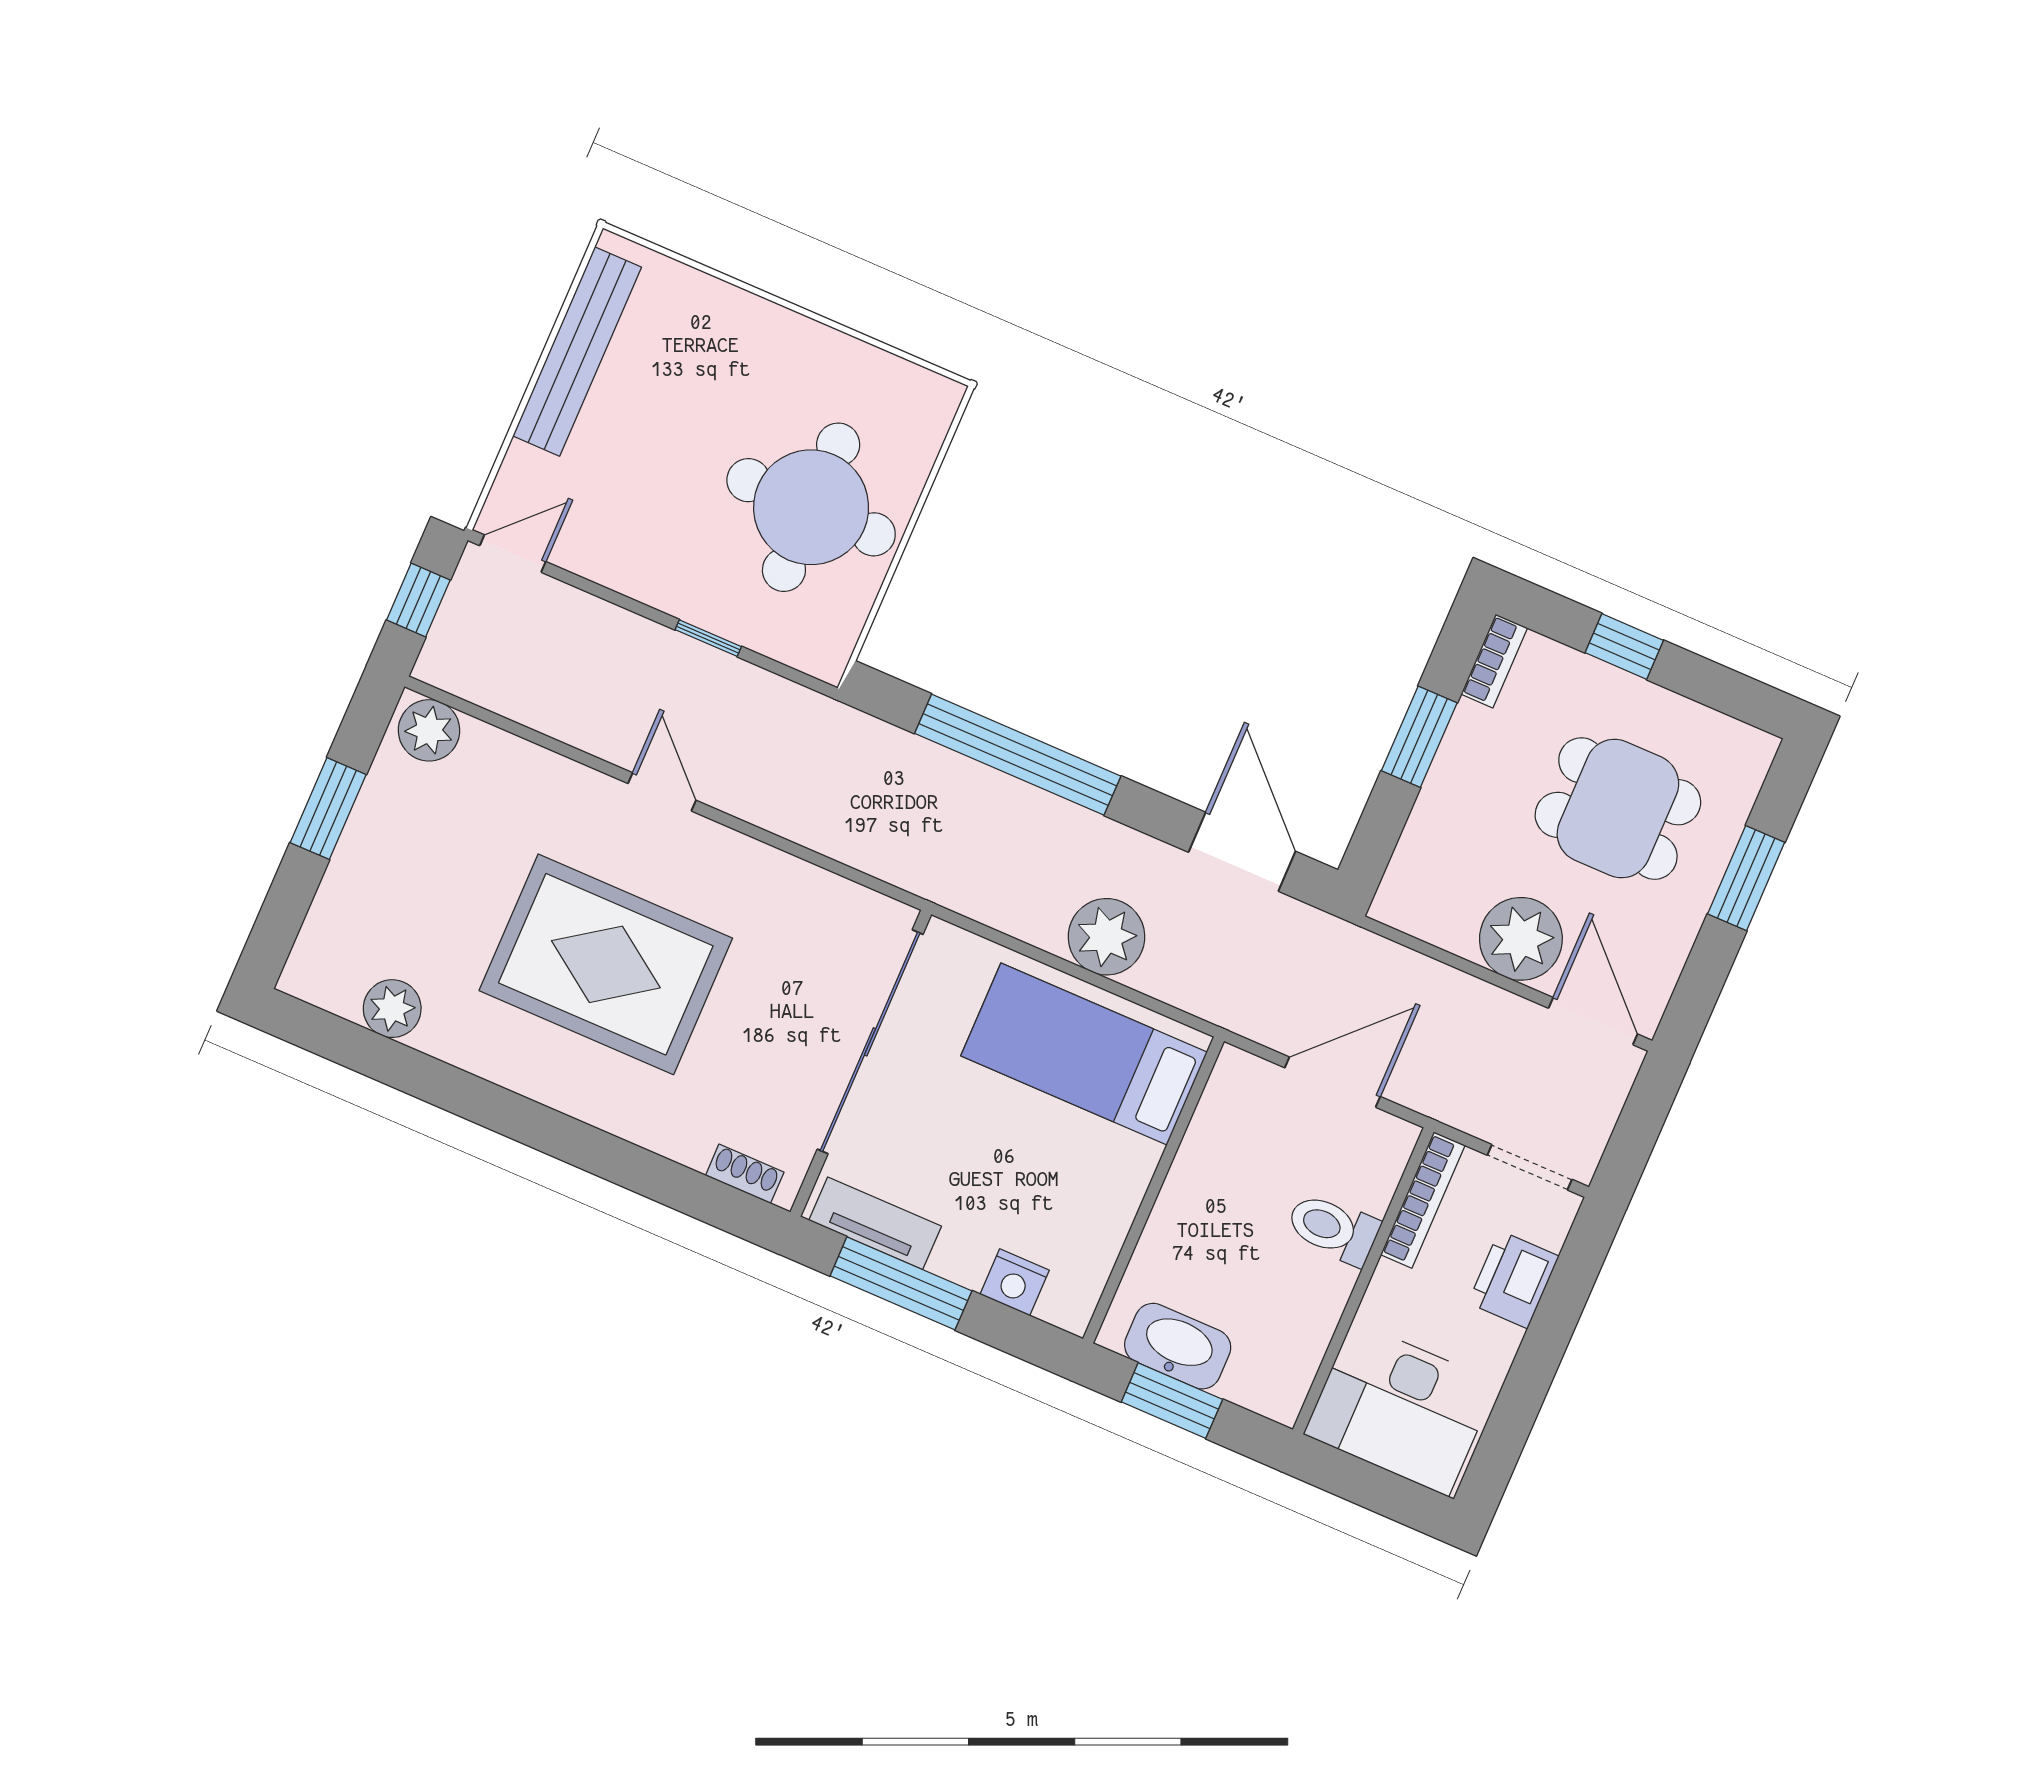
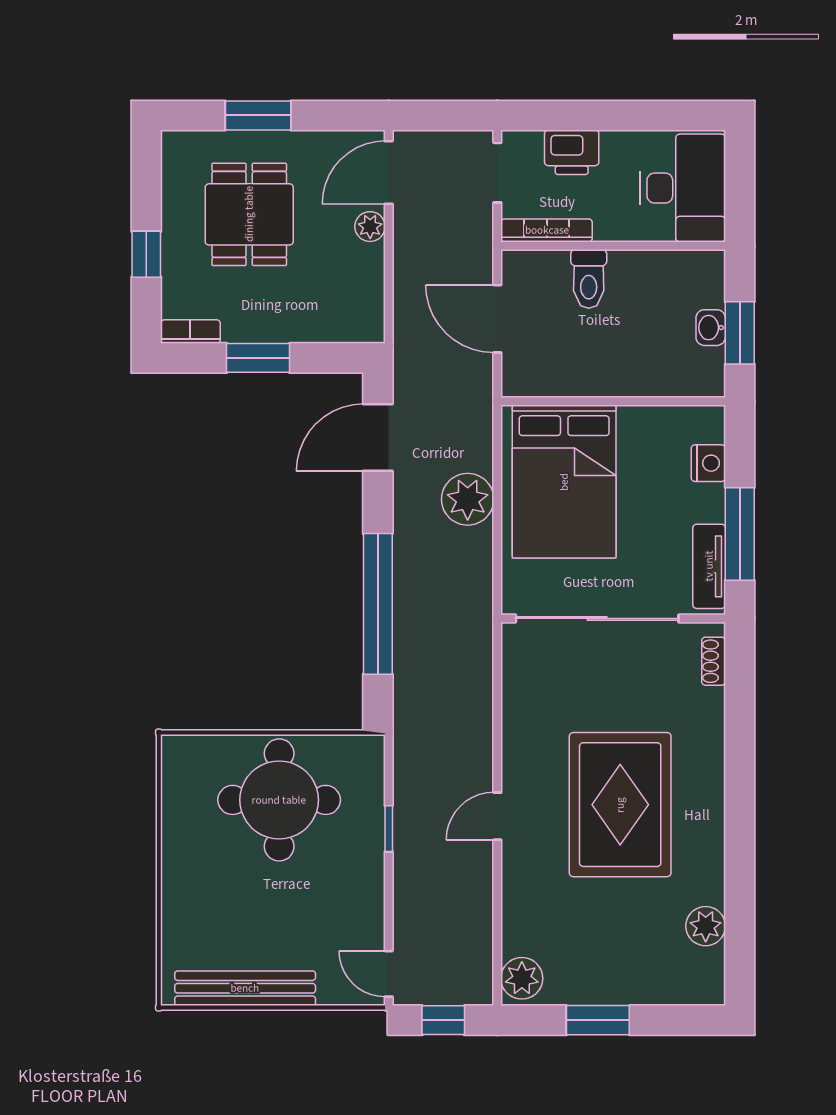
plant: (1521, 939) -> (370, 227), width x0.53, depth x0.53
bed: (1084, 1054) -> (564, 482), width x1.50
washbasin: (1178, 1346) -> (711, 328), width x0.52, depth x0.69

